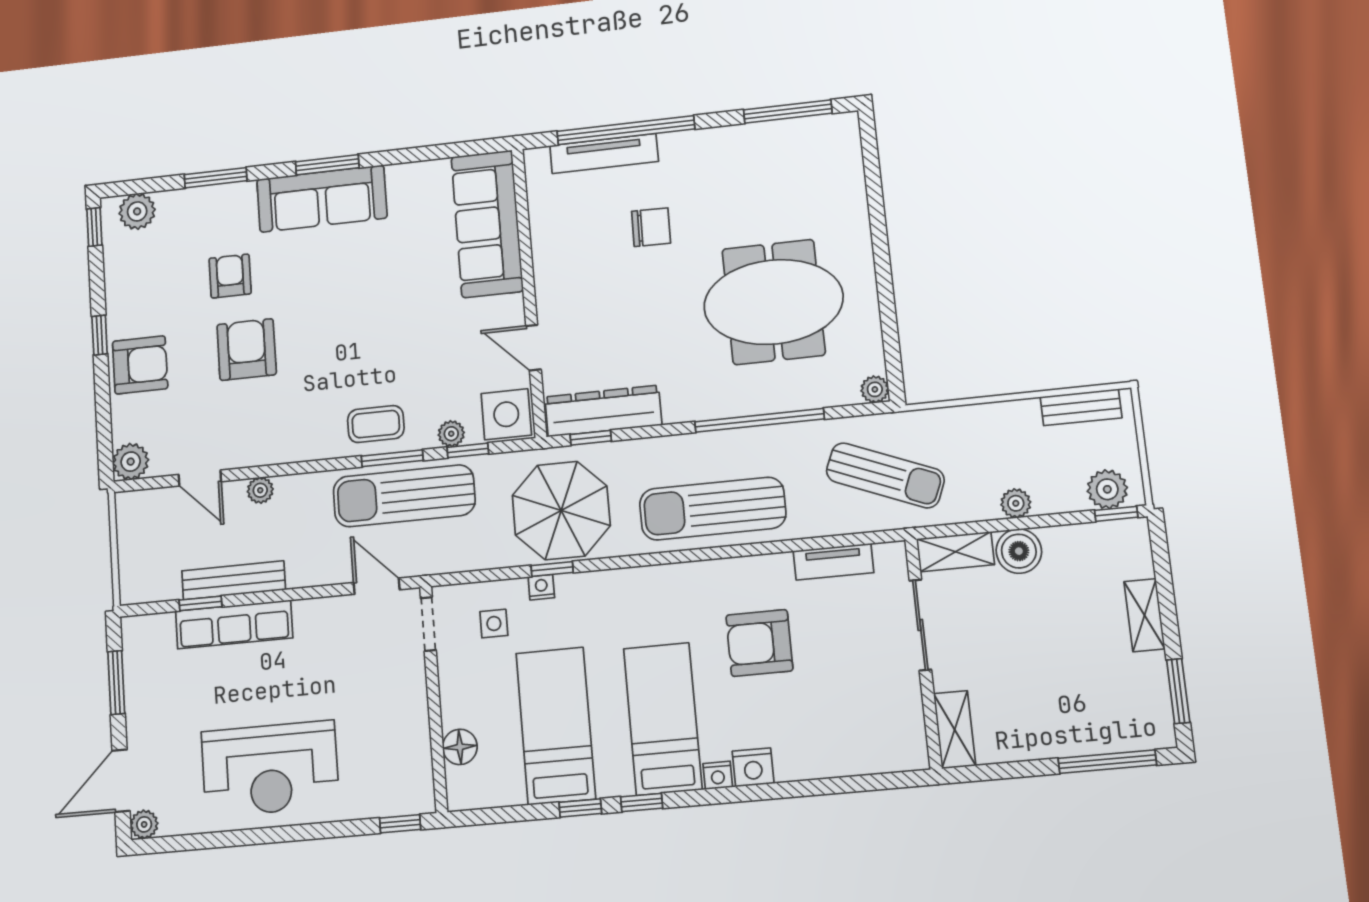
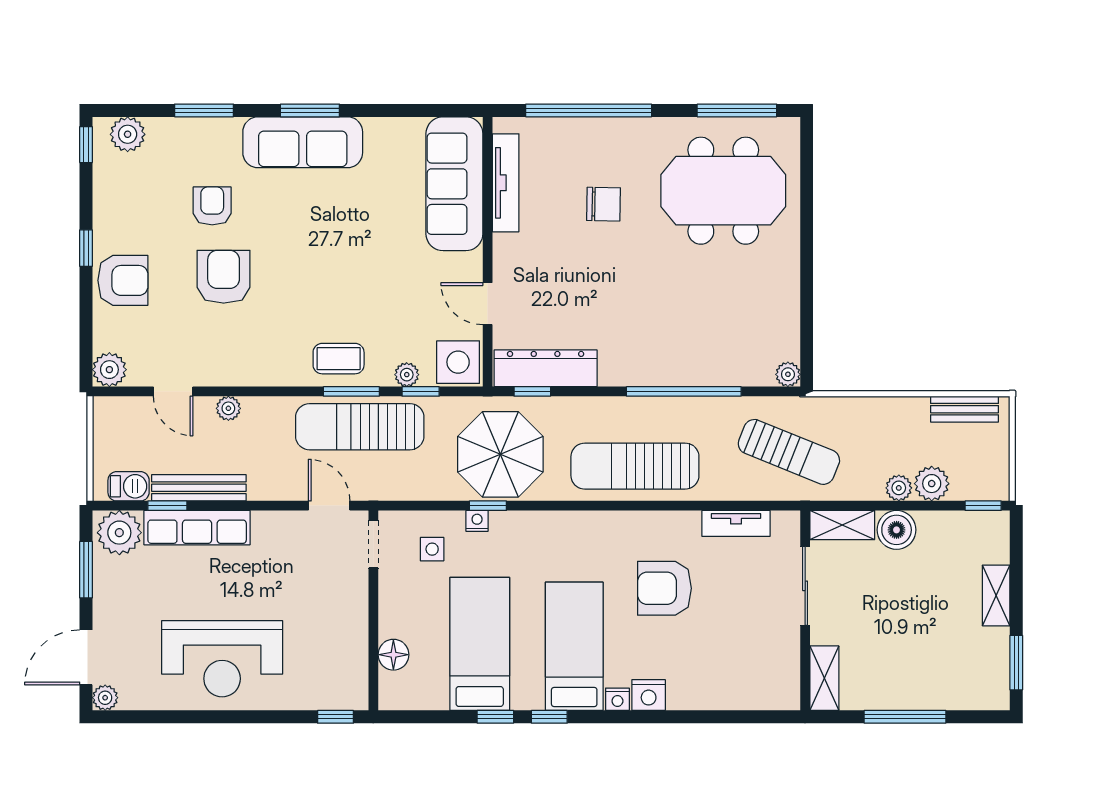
tv unit: (604, 154) -> (506, 183), moved, turned -90
meeting table: (773, 302) -> (723, 191), moved
plant: (1107, 489) -> (932, 484), moved
barbecue: (158, 586) -> (129, 486), added
plant: (150, 638) -> (119, 533), added
window: (1107, 762) -> (905, 717), moved

